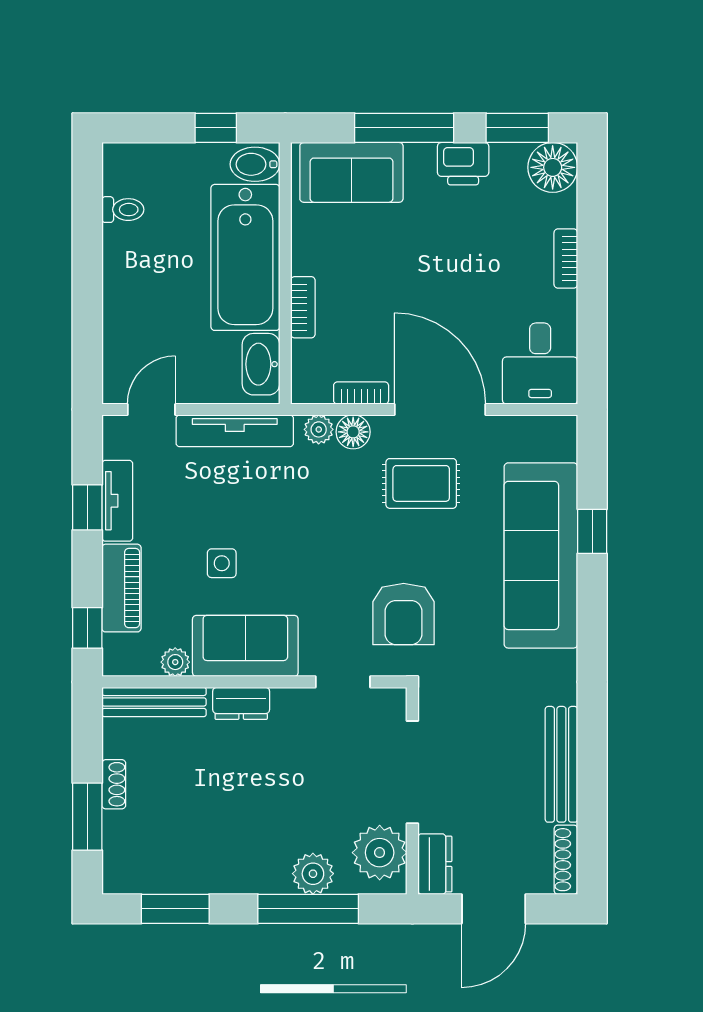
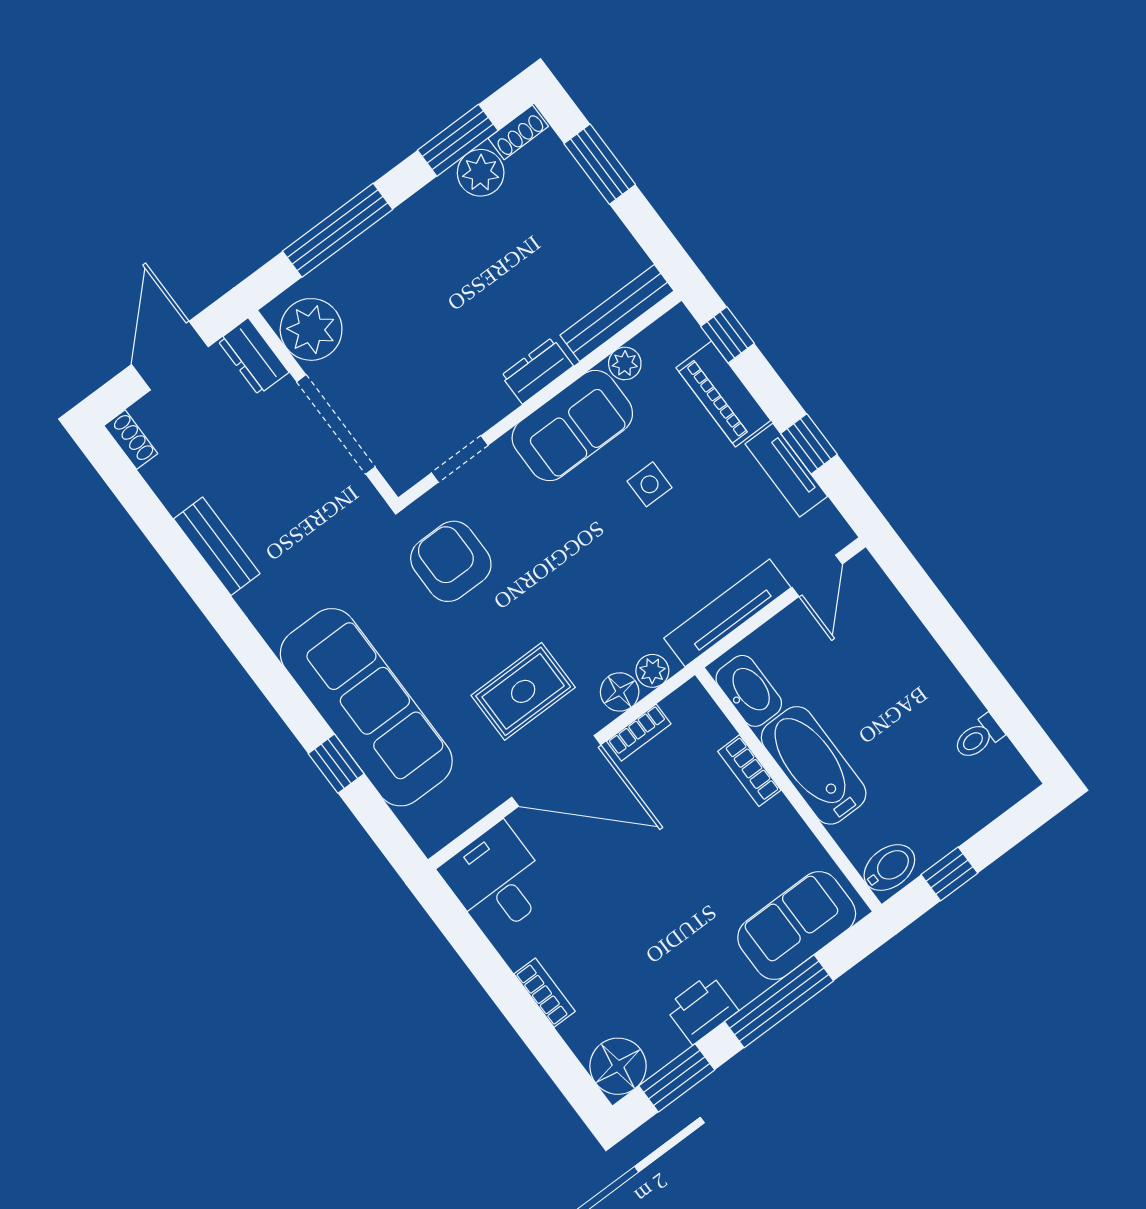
bathtub: (245, 257) -> (814, 765), width x0.73, depth x0.73
bench: (561, 764) -> (217, 546), width x0.73
shoe rack: (114, 784) -> (518, 132), moved, turned -90
shoe rack: (566, 860) -> (131, 440), width x0.70
plant: (313, 874) -> (481, 173), moved

